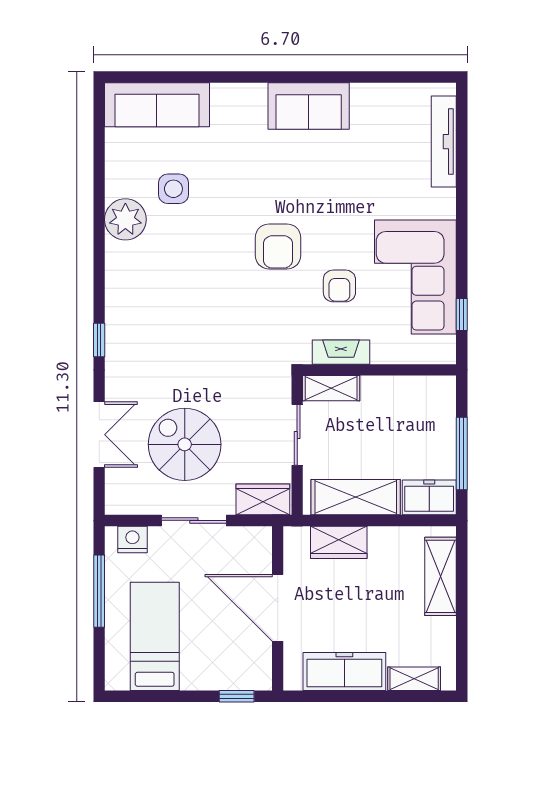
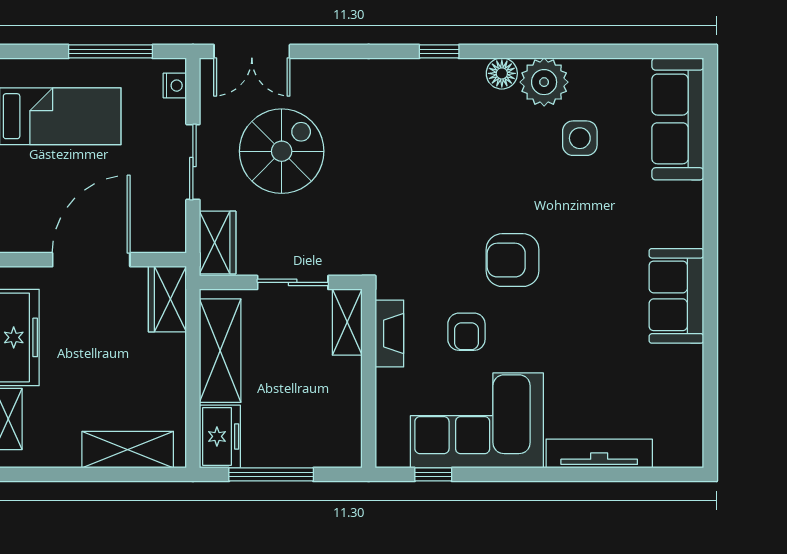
tv unit: (444, 142) -> (599, 453), moved
floor lamp: (118, 256) -> (502, 73), added
armchair: (339, 286) -> (466, 332), turned -90
window: (99, 340) -> (439, 51), moved
double door: (99, 435) -> (252, 51), moved
nightstand: (132, 540) -> (175, 86), width x0.72, depth x0.74
wardrobe: (339, 542) -> (167, 299), moved

